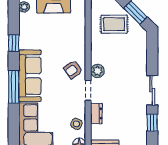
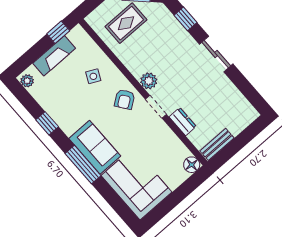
sofa: (30, 76) -> (95, 147), width x0.73
window: (152, 123) -> (186, 19), moved
side table: (76, 124) -> (93, 76), moved

